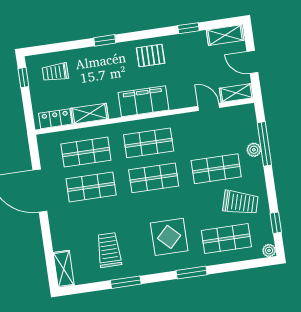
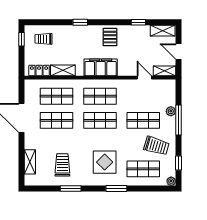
pallet: (151, 56) -> (110, 37), turned 90
window: (264, 144) -> (178, 120), moved
shelving: (64, 269) -> (30, 162), moved

